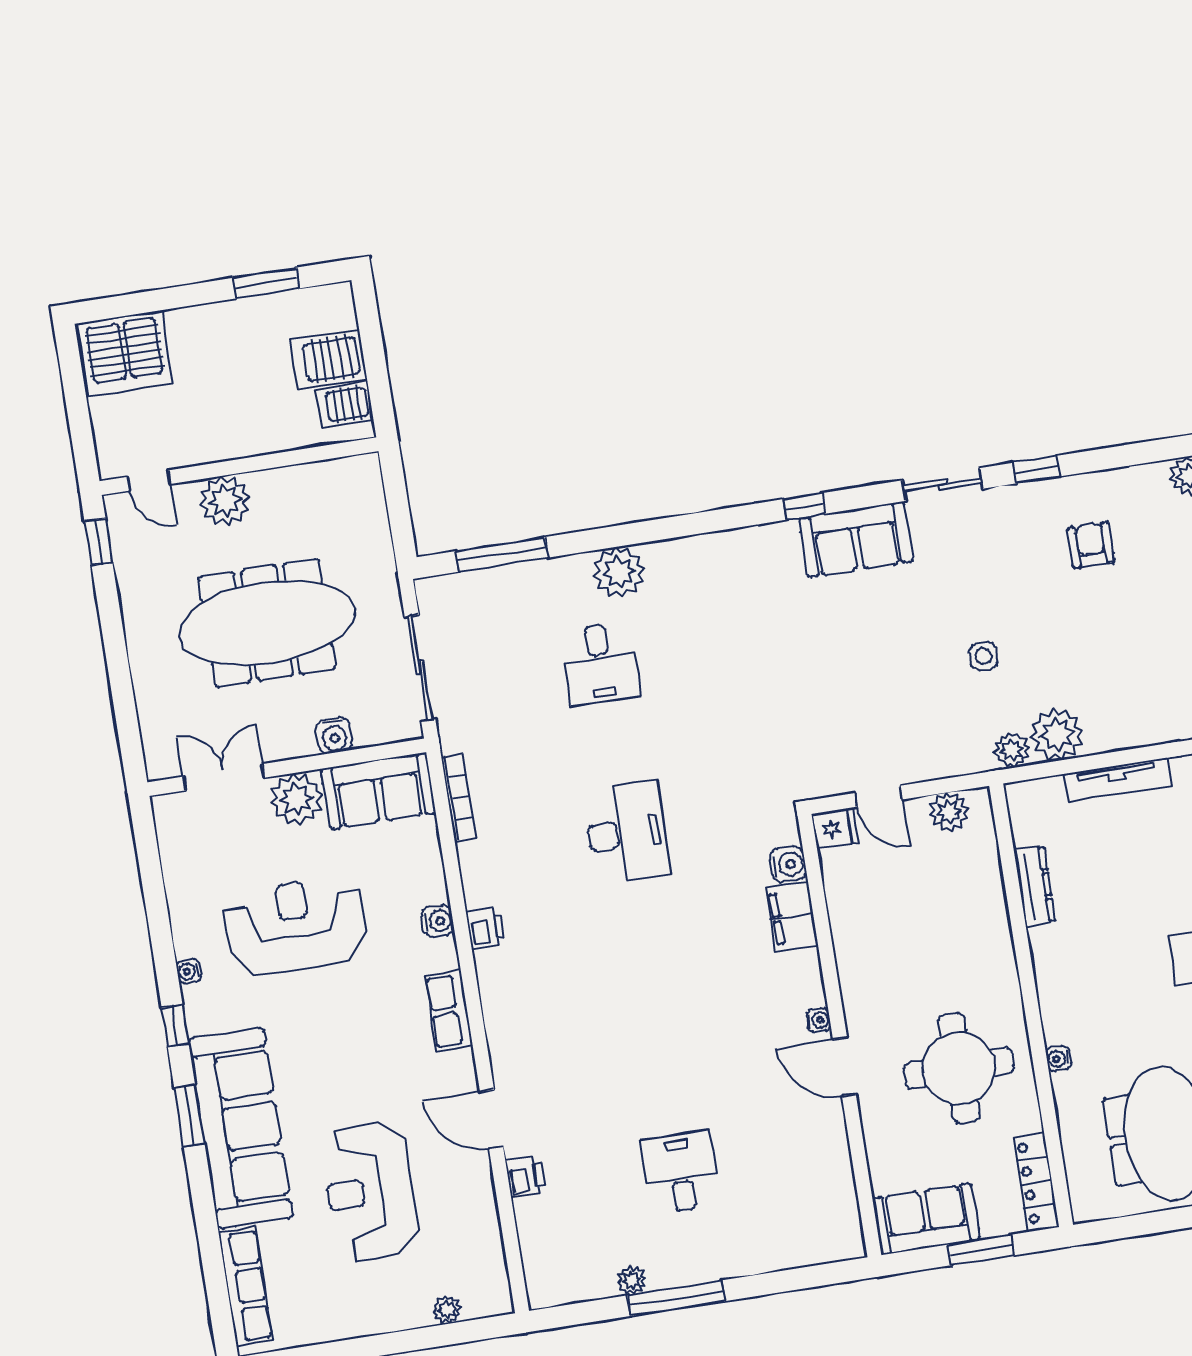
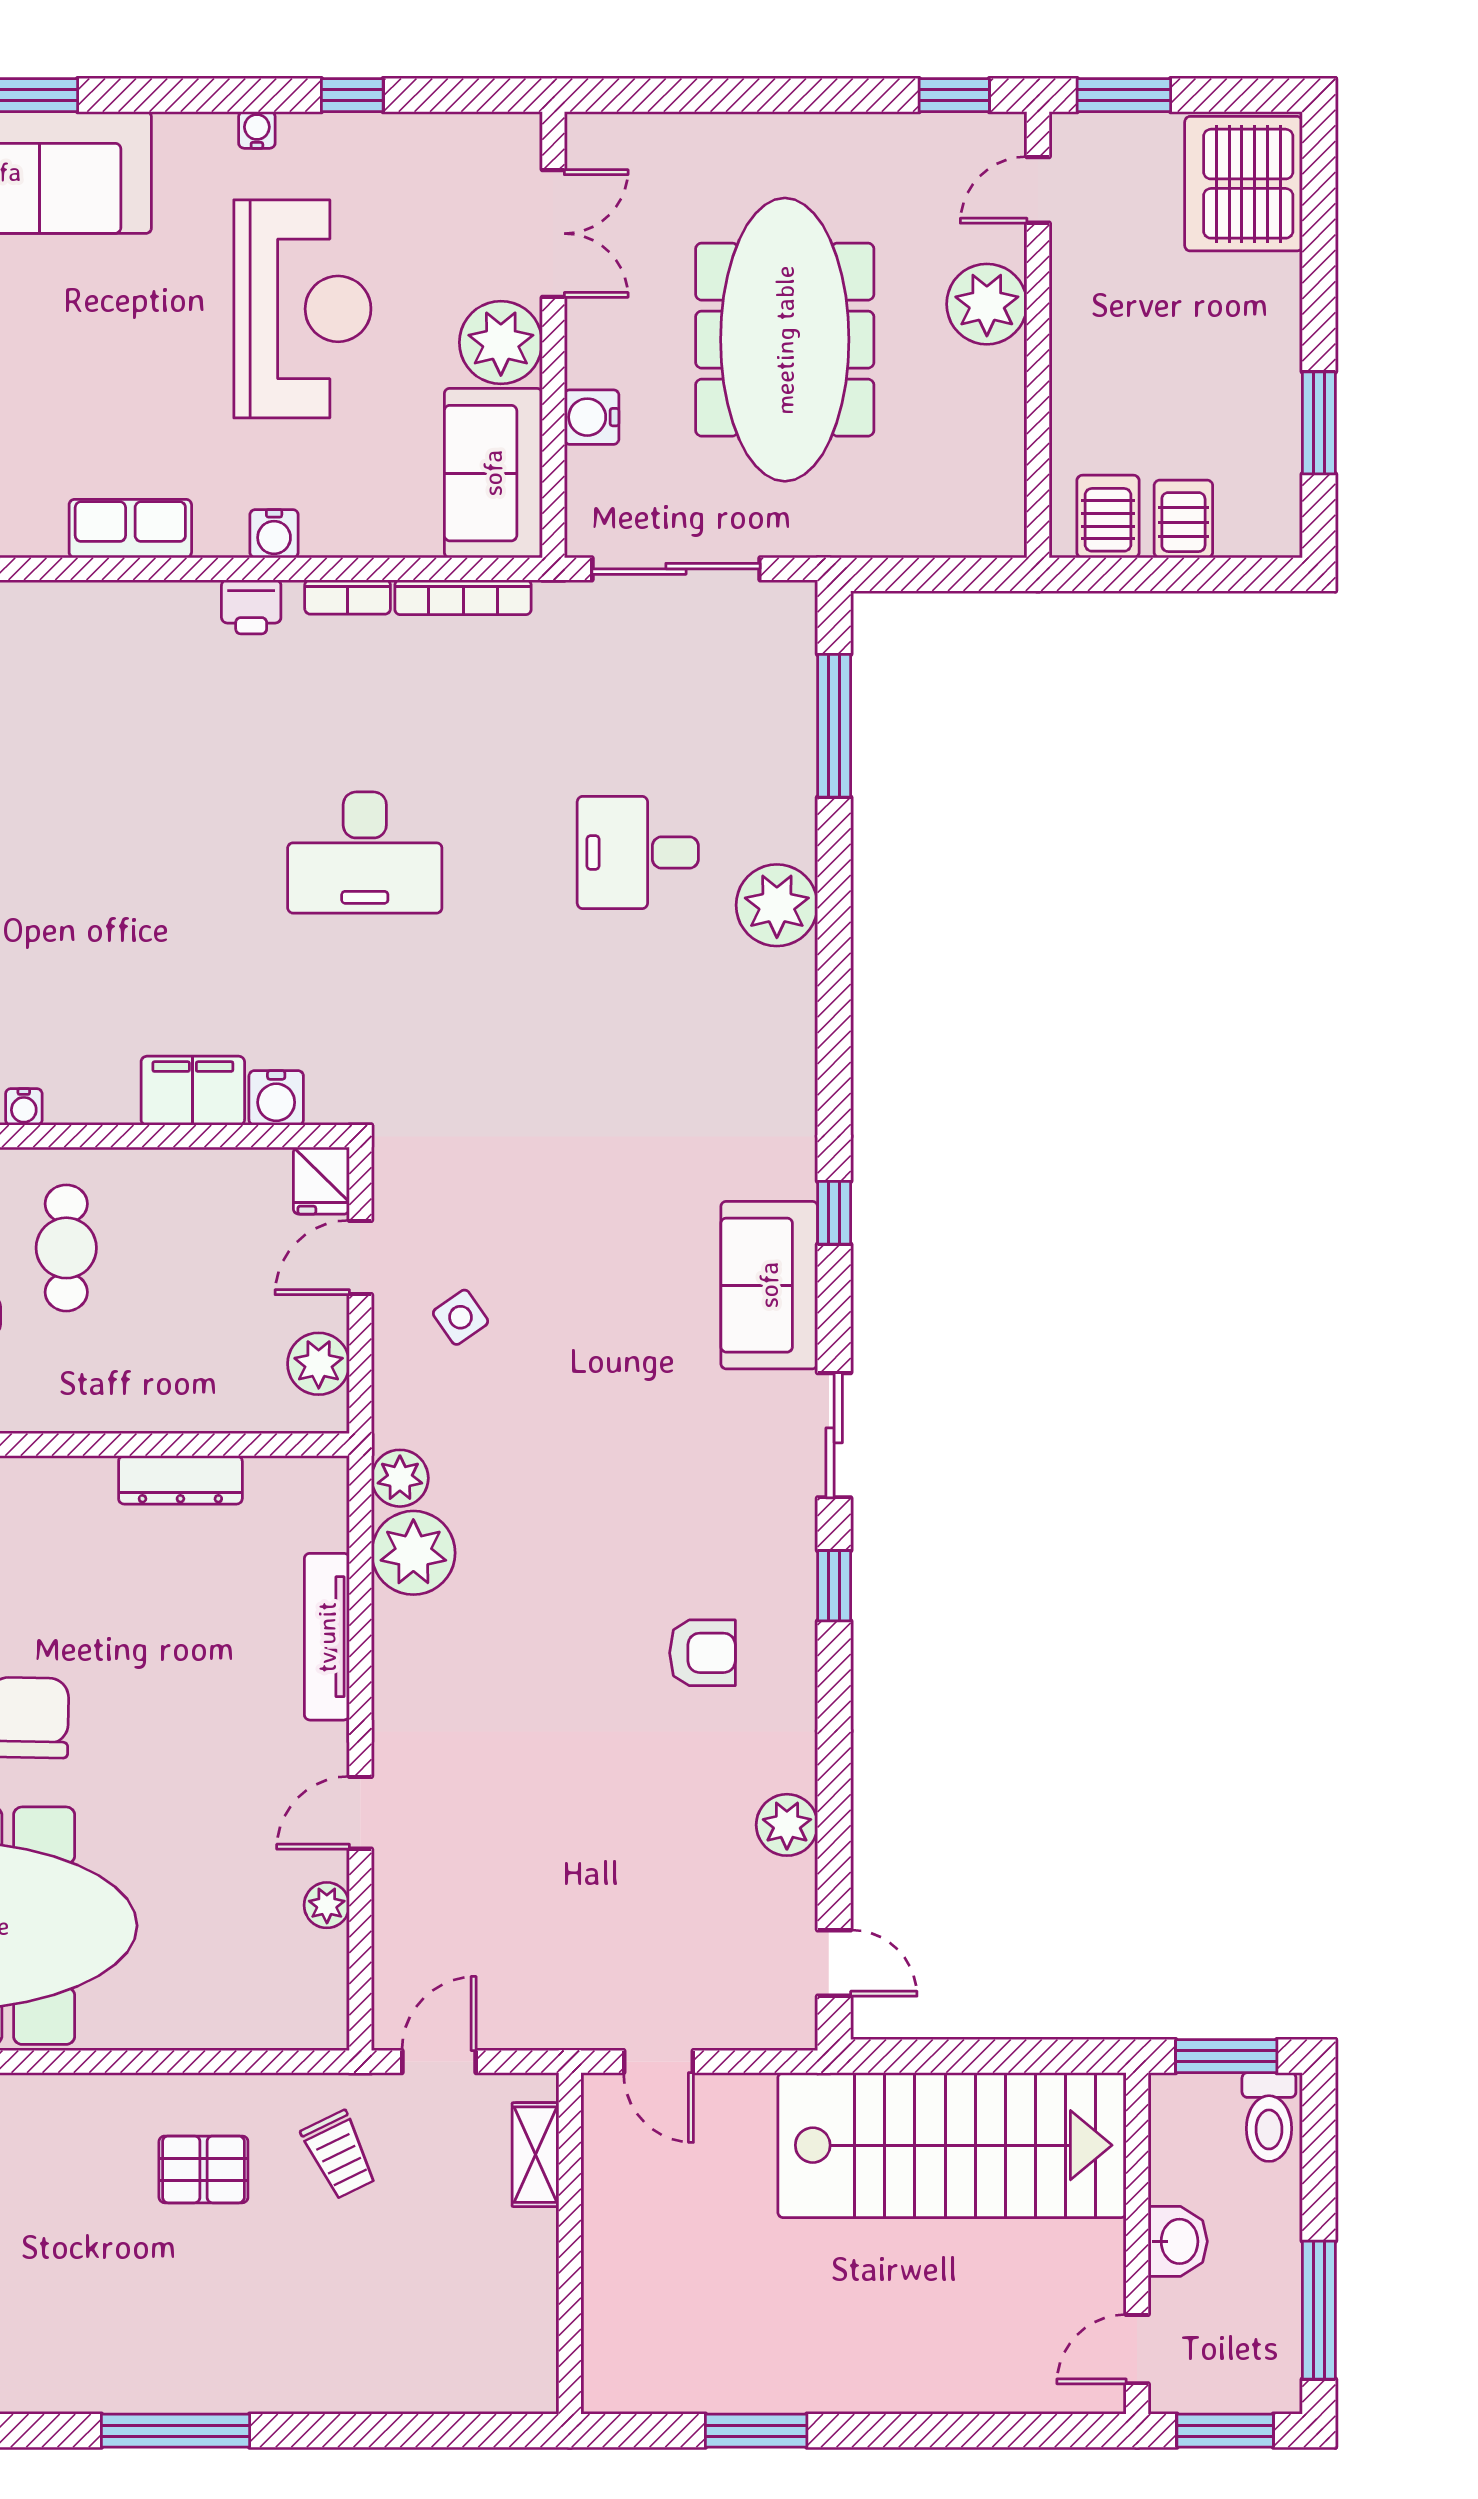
server rack: (329, 359) -> (1183, 519), width x0.73, depth x0.70
window: (82, 436) -> (1124, 95), added
side table: (983, 656) -> (460, 1317), moved, turned -35
bookcase: (470, 869) -> (348, 597), added
cafe table: (902, 980) -> (66, 1248), added
window: (175, 1026) -> (352, 95), moved

